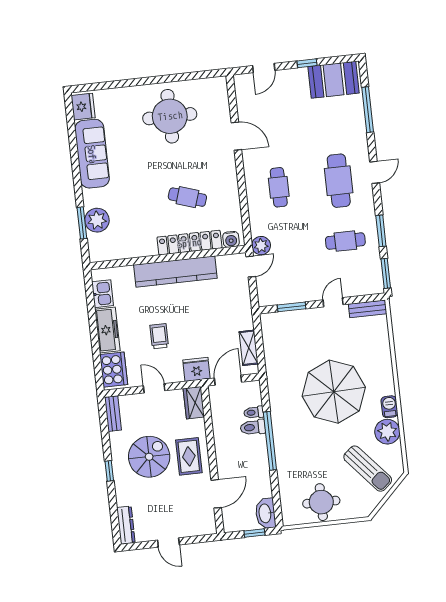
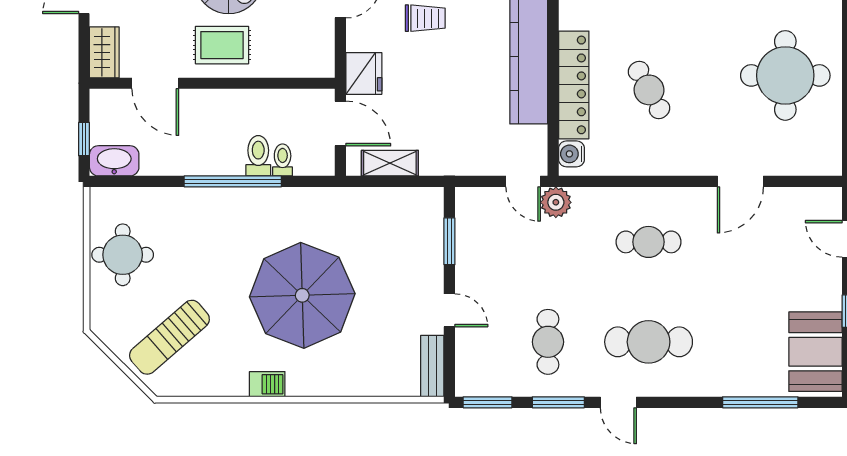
door: (375, 172) -> (618, 402), moved
cafe table: (187, 197) -> (649, 90), turned -47
wardrobe: (194, 403) -> (104, 52), moved, turned 90
plant: (387, 432) -> (227, 376), removed

